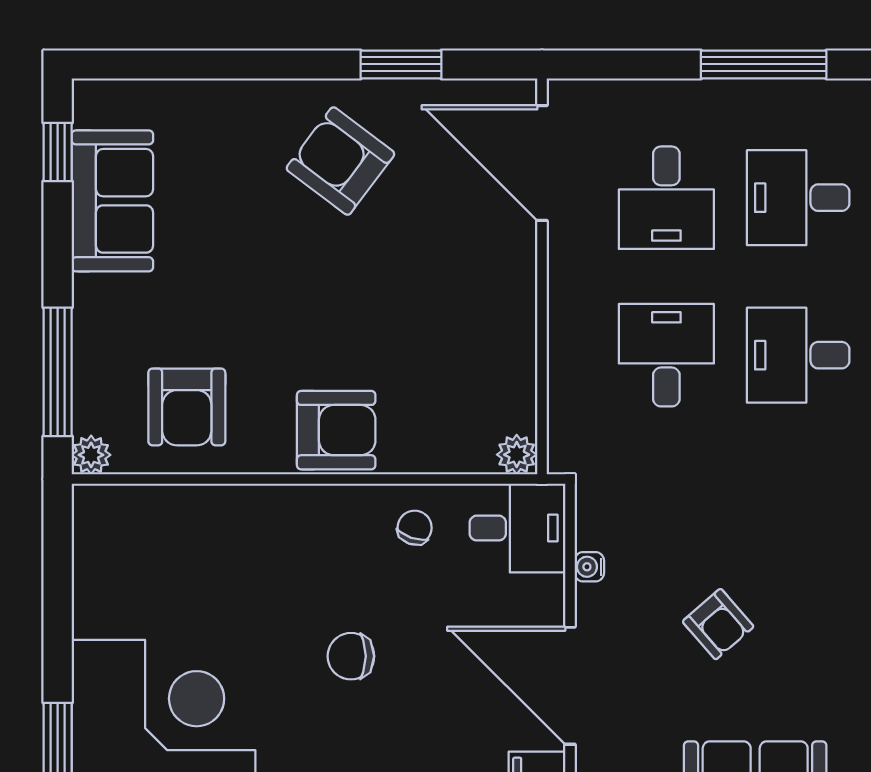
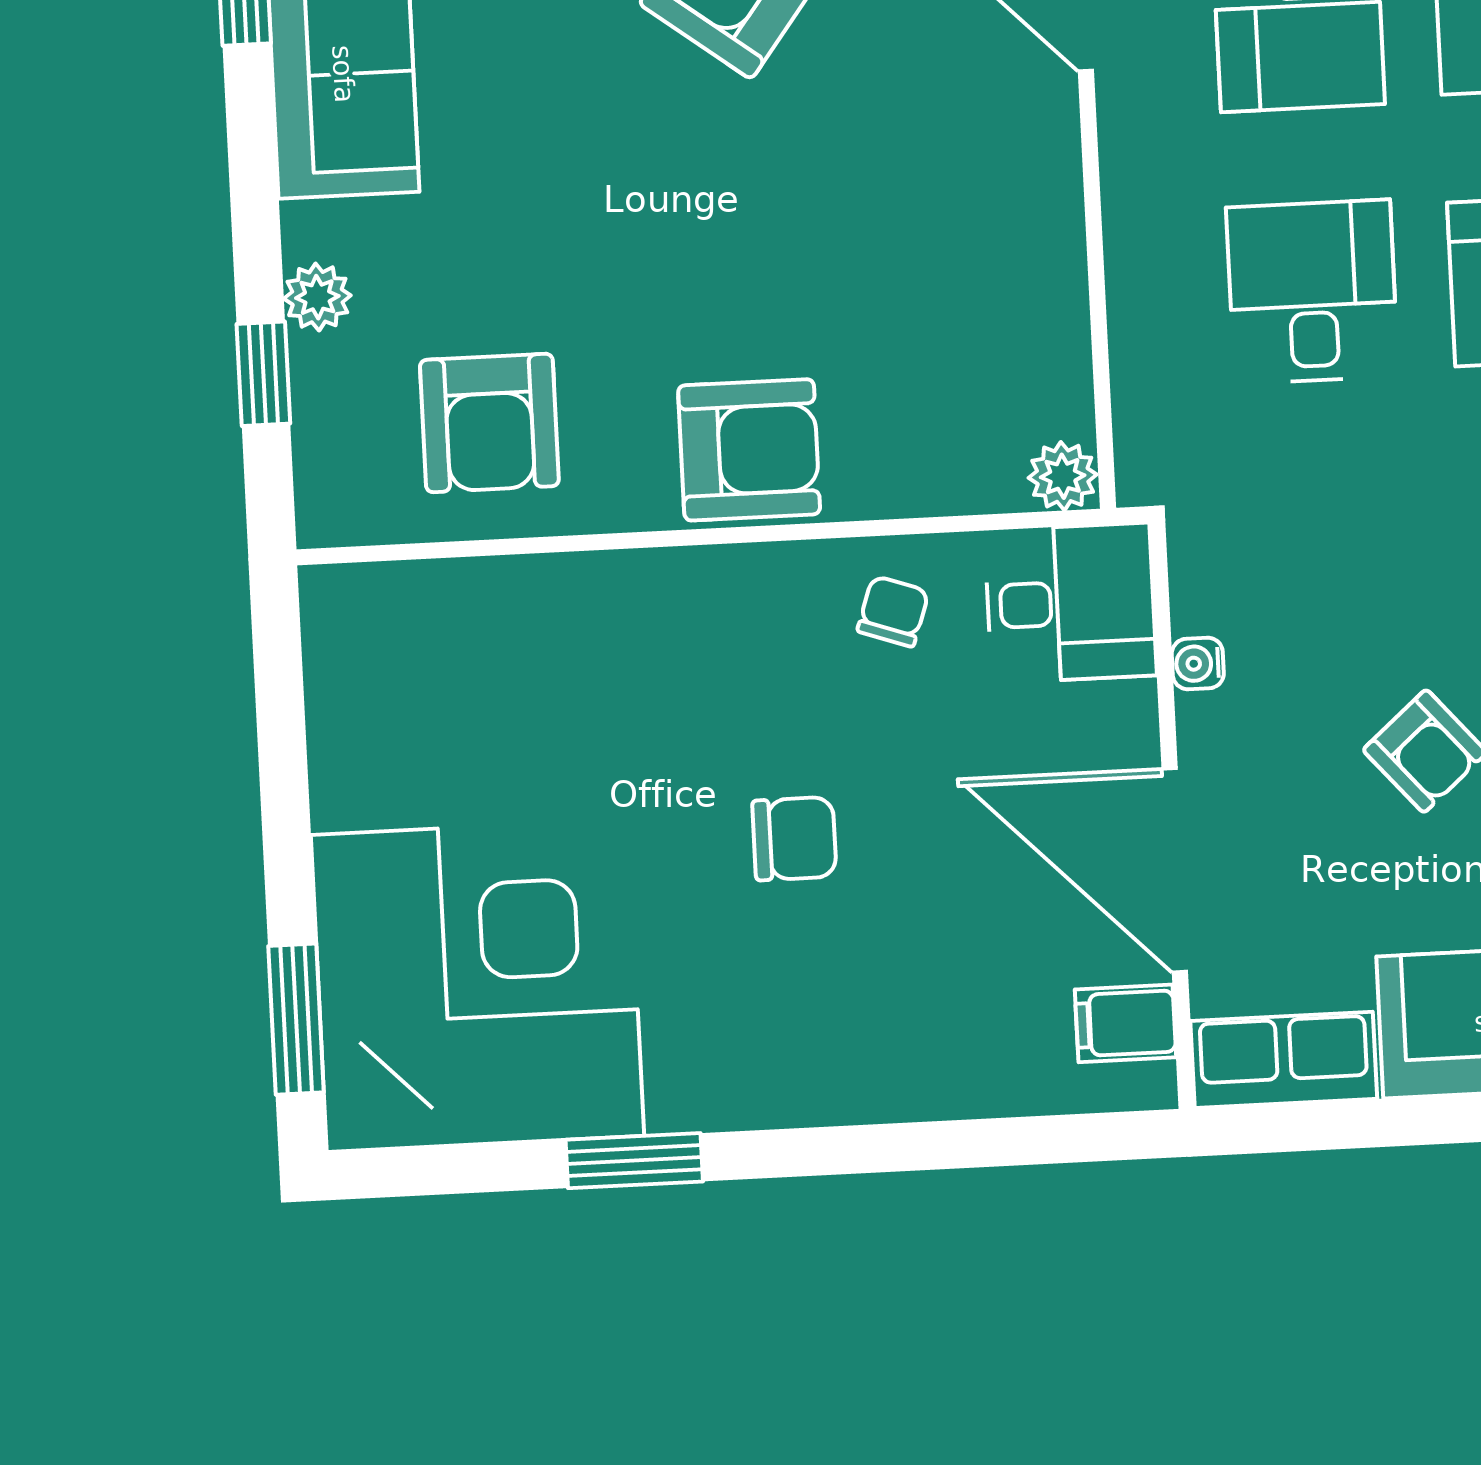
window: (58, 372) -> (263, 374), width x0.46
plant: (91, 455) -> (317, 297), moved
chair: (351, 656) -> (794, 839), turned 180

